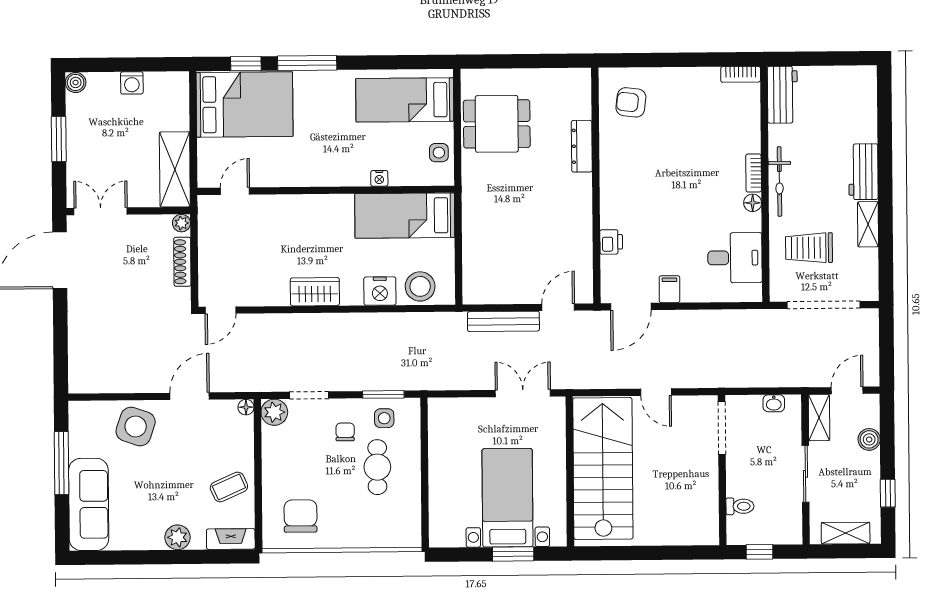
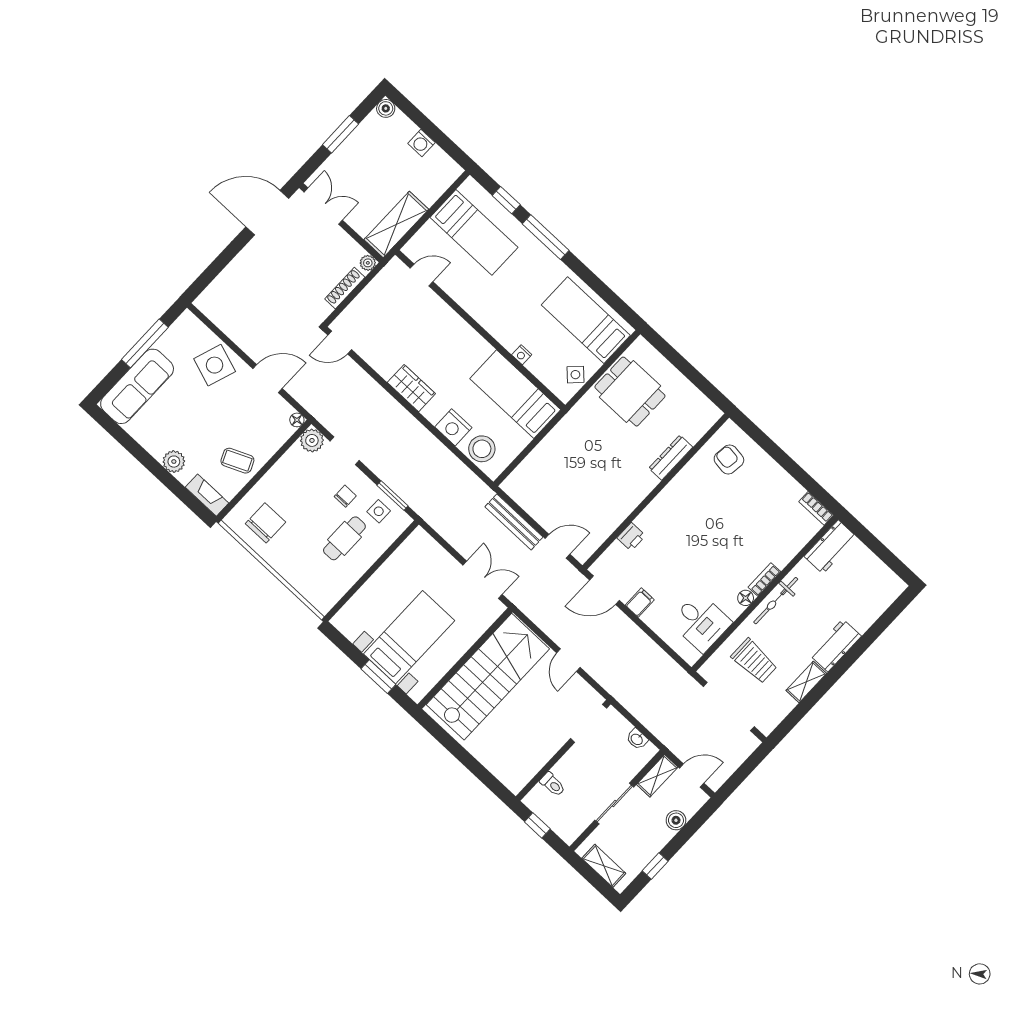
bed: (245, 104) -> (474, 232), width x0.67
side table: (439, 153) -> (575, 375), turned 45
trolley: (809, 248) -> (754, 661), turned 180

